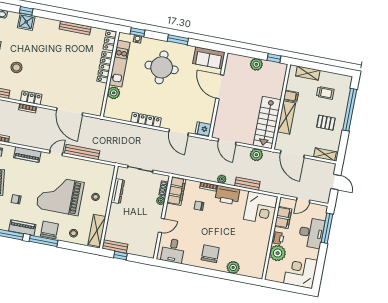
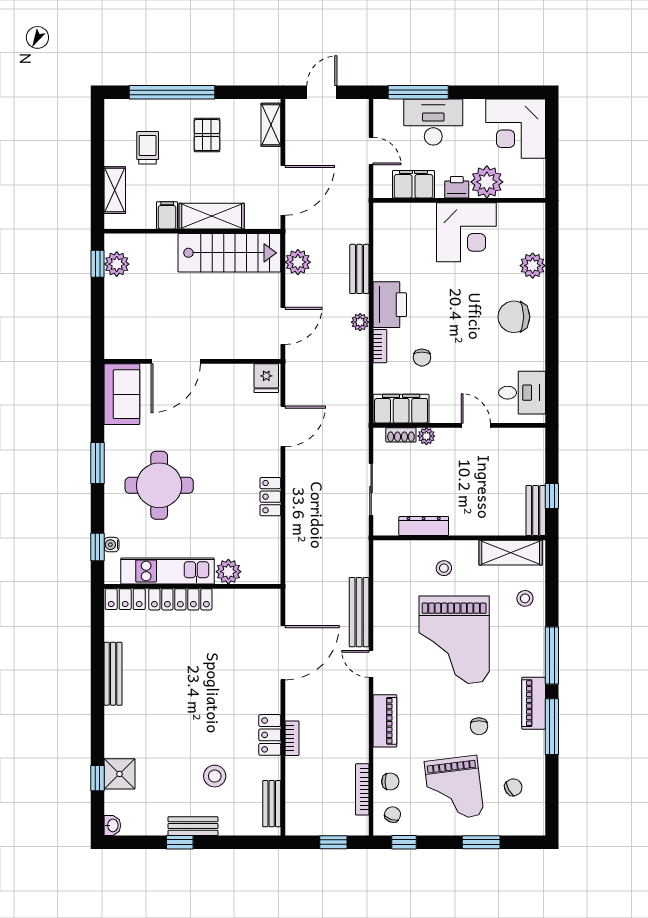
plant: (256, 64) -> (117, 264), moved
locker: (146, 120) -> (270, 497), width x0.66
corner desk: (260, 208) -> (466, 232), moved, turned 90
chair: (49, 230) -> (528, 648), removed

